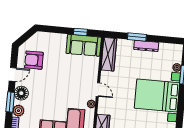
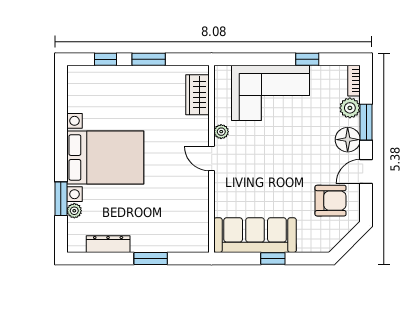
window: (80, 32) -> (273, 258), moved
sofa: (84, 45) -> (255, 235), width x1.36
dresser: (146, 46) -> (108, 244), moved
wardrobe: (109, 54) -> (198, 223), removed

